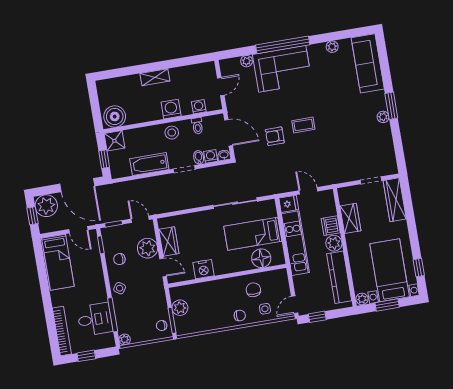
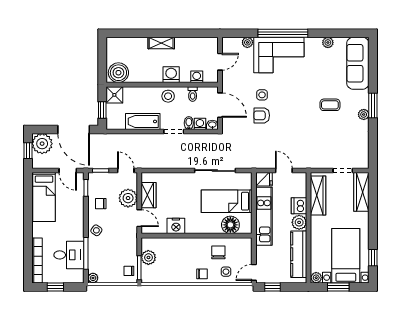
side table: (271, 114) -> (262, 95), added
coffee table: (303, 125) -> (330, 105), moved
wardrobe: (350, 218) -> (318, 196), width x1.50

